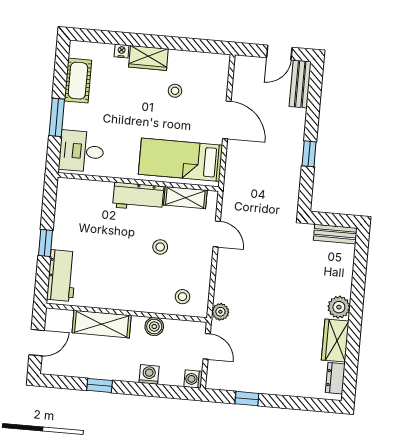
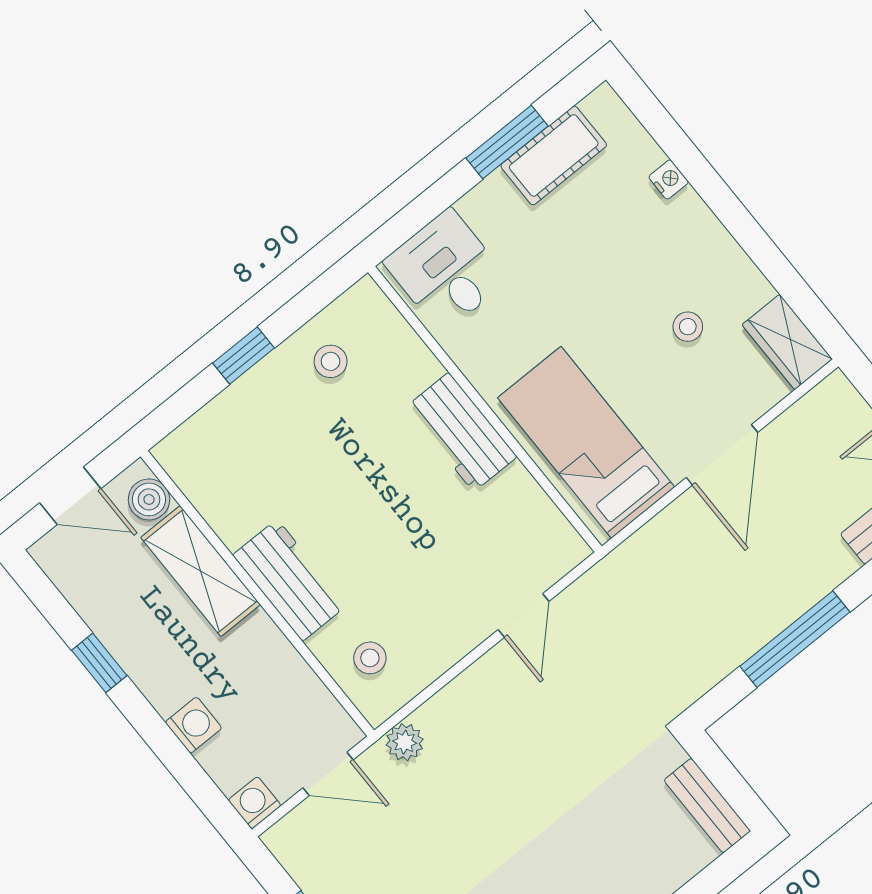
wardrobe: (148, 58) -> (787, 342), moved
window: (57, 117) -> (507, 142), moved
window: (309, 154) -> (795, 639), width x2.17
shelving: (185, 198) -> (533, 509), removed
stool: (160, 247) -> (331, 361), moved
workbench: (62, 276) -> (290, 580), moved, turned -90
boiler: (154, 327) -> (149, 499), moved
door: (207, 346) -> (328, 774), hinge flipped

